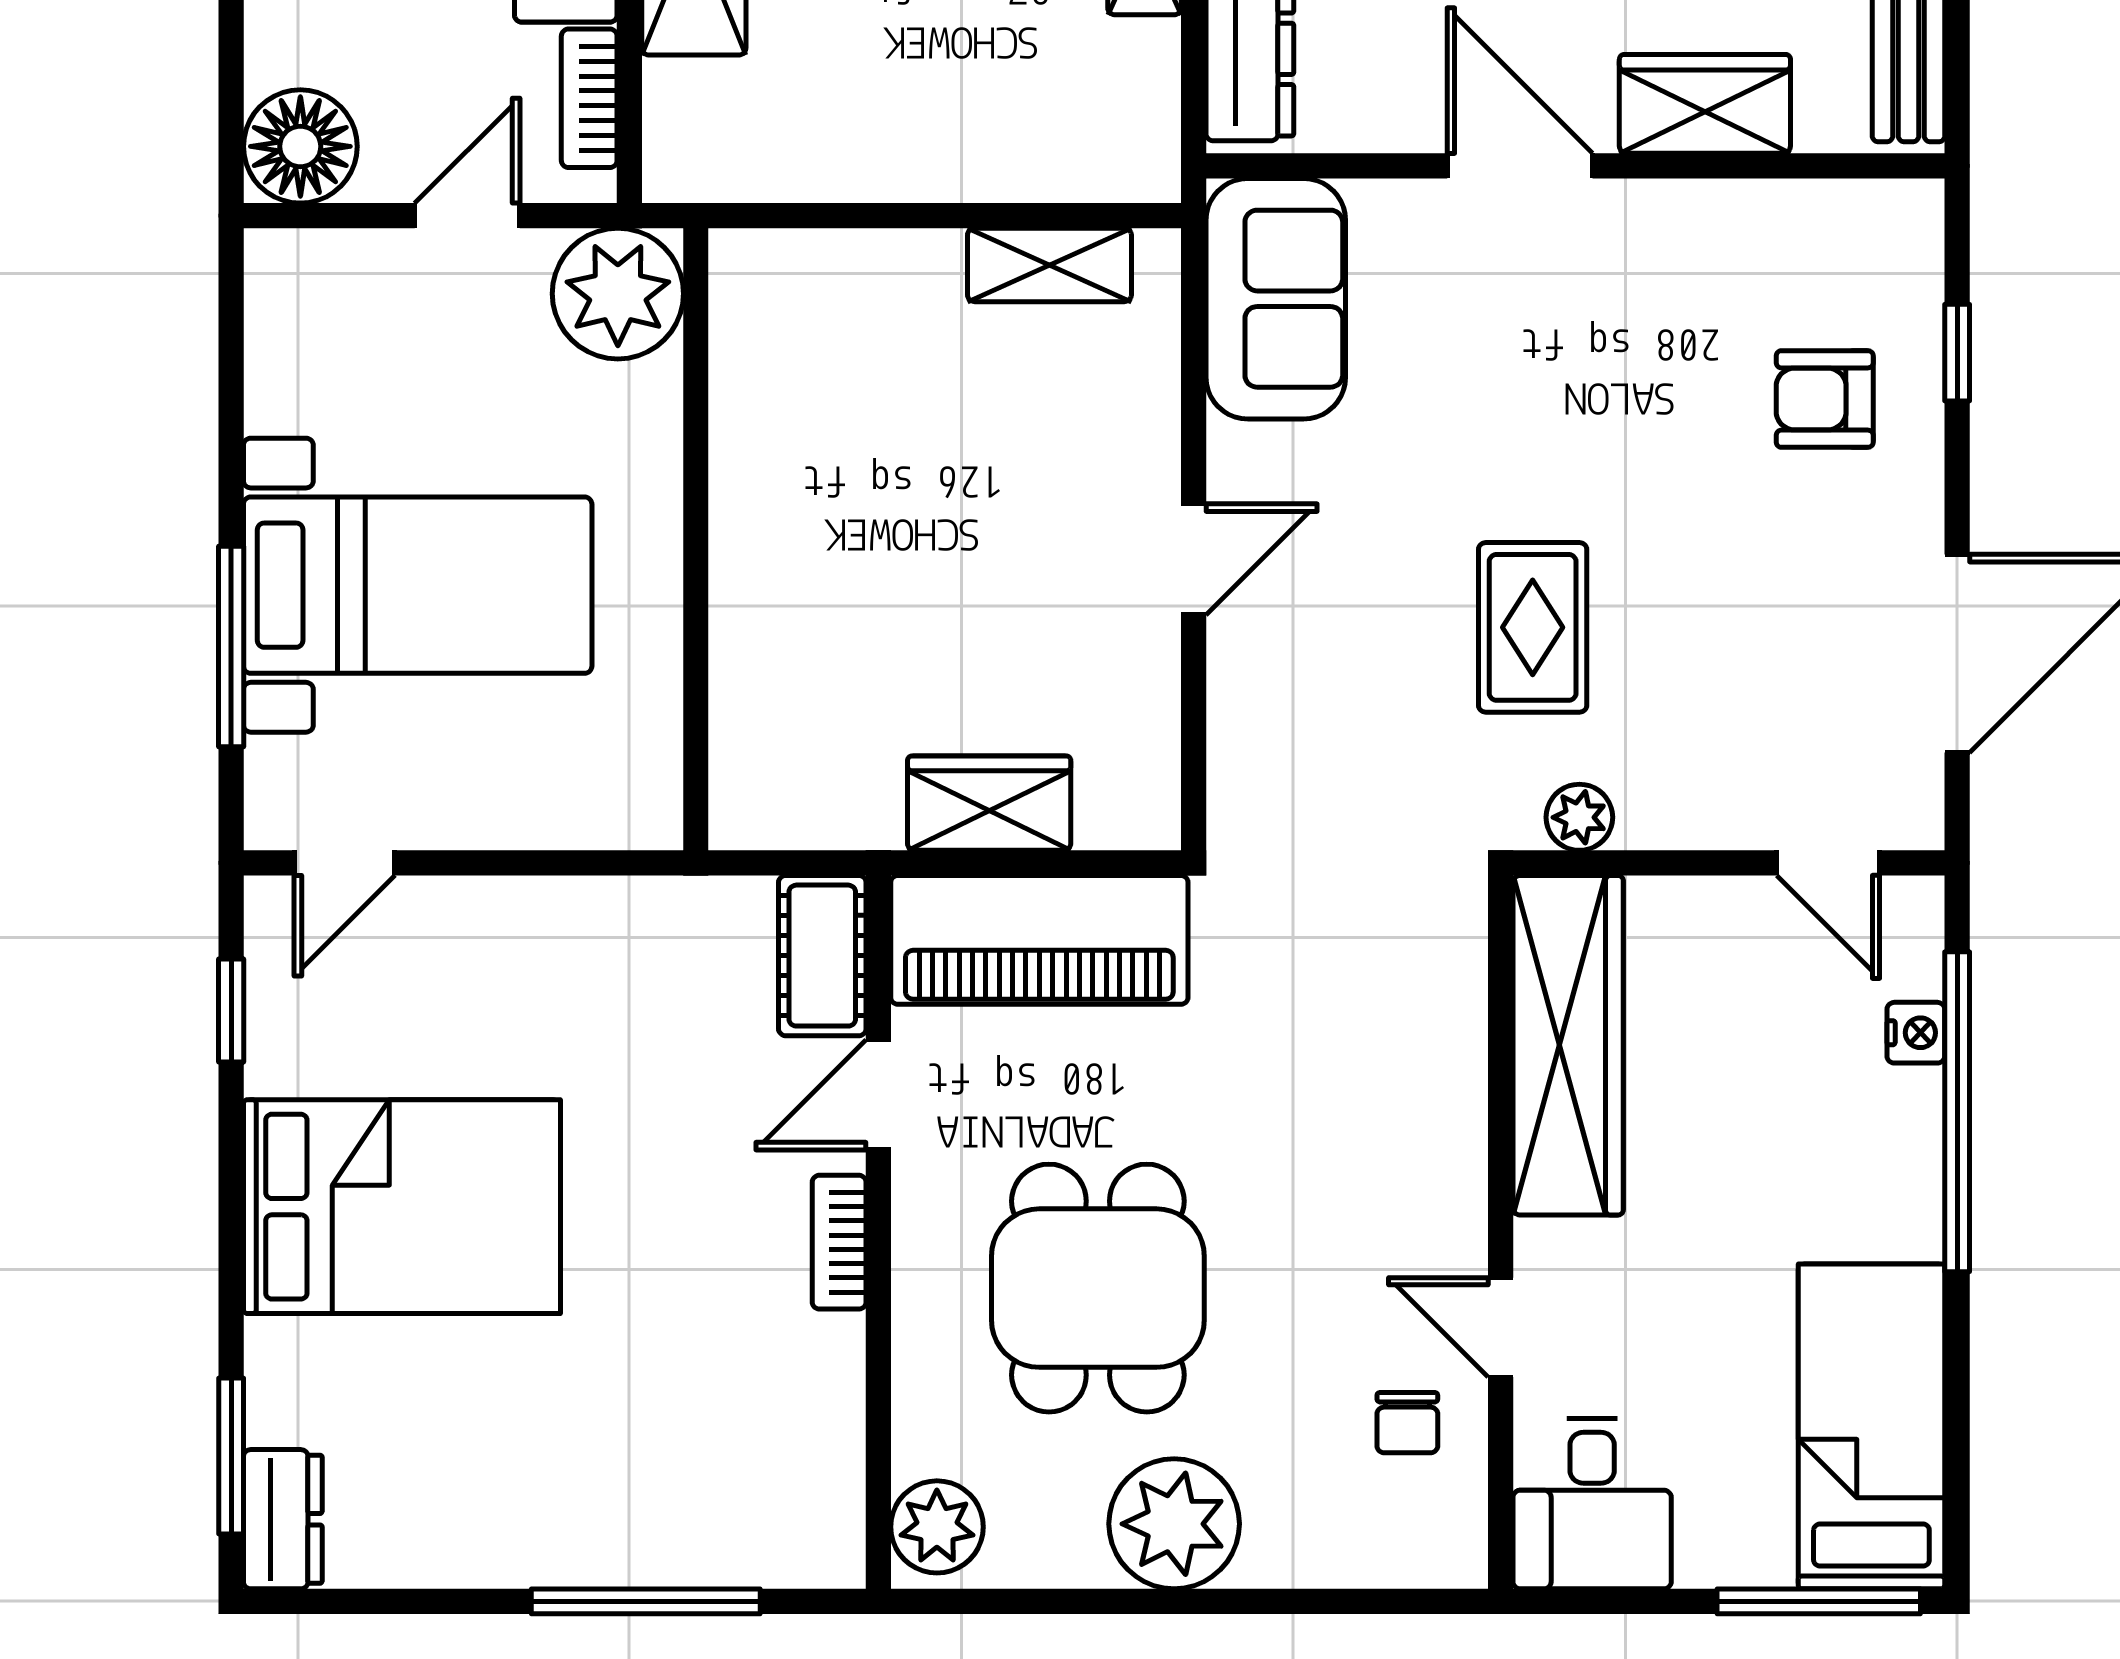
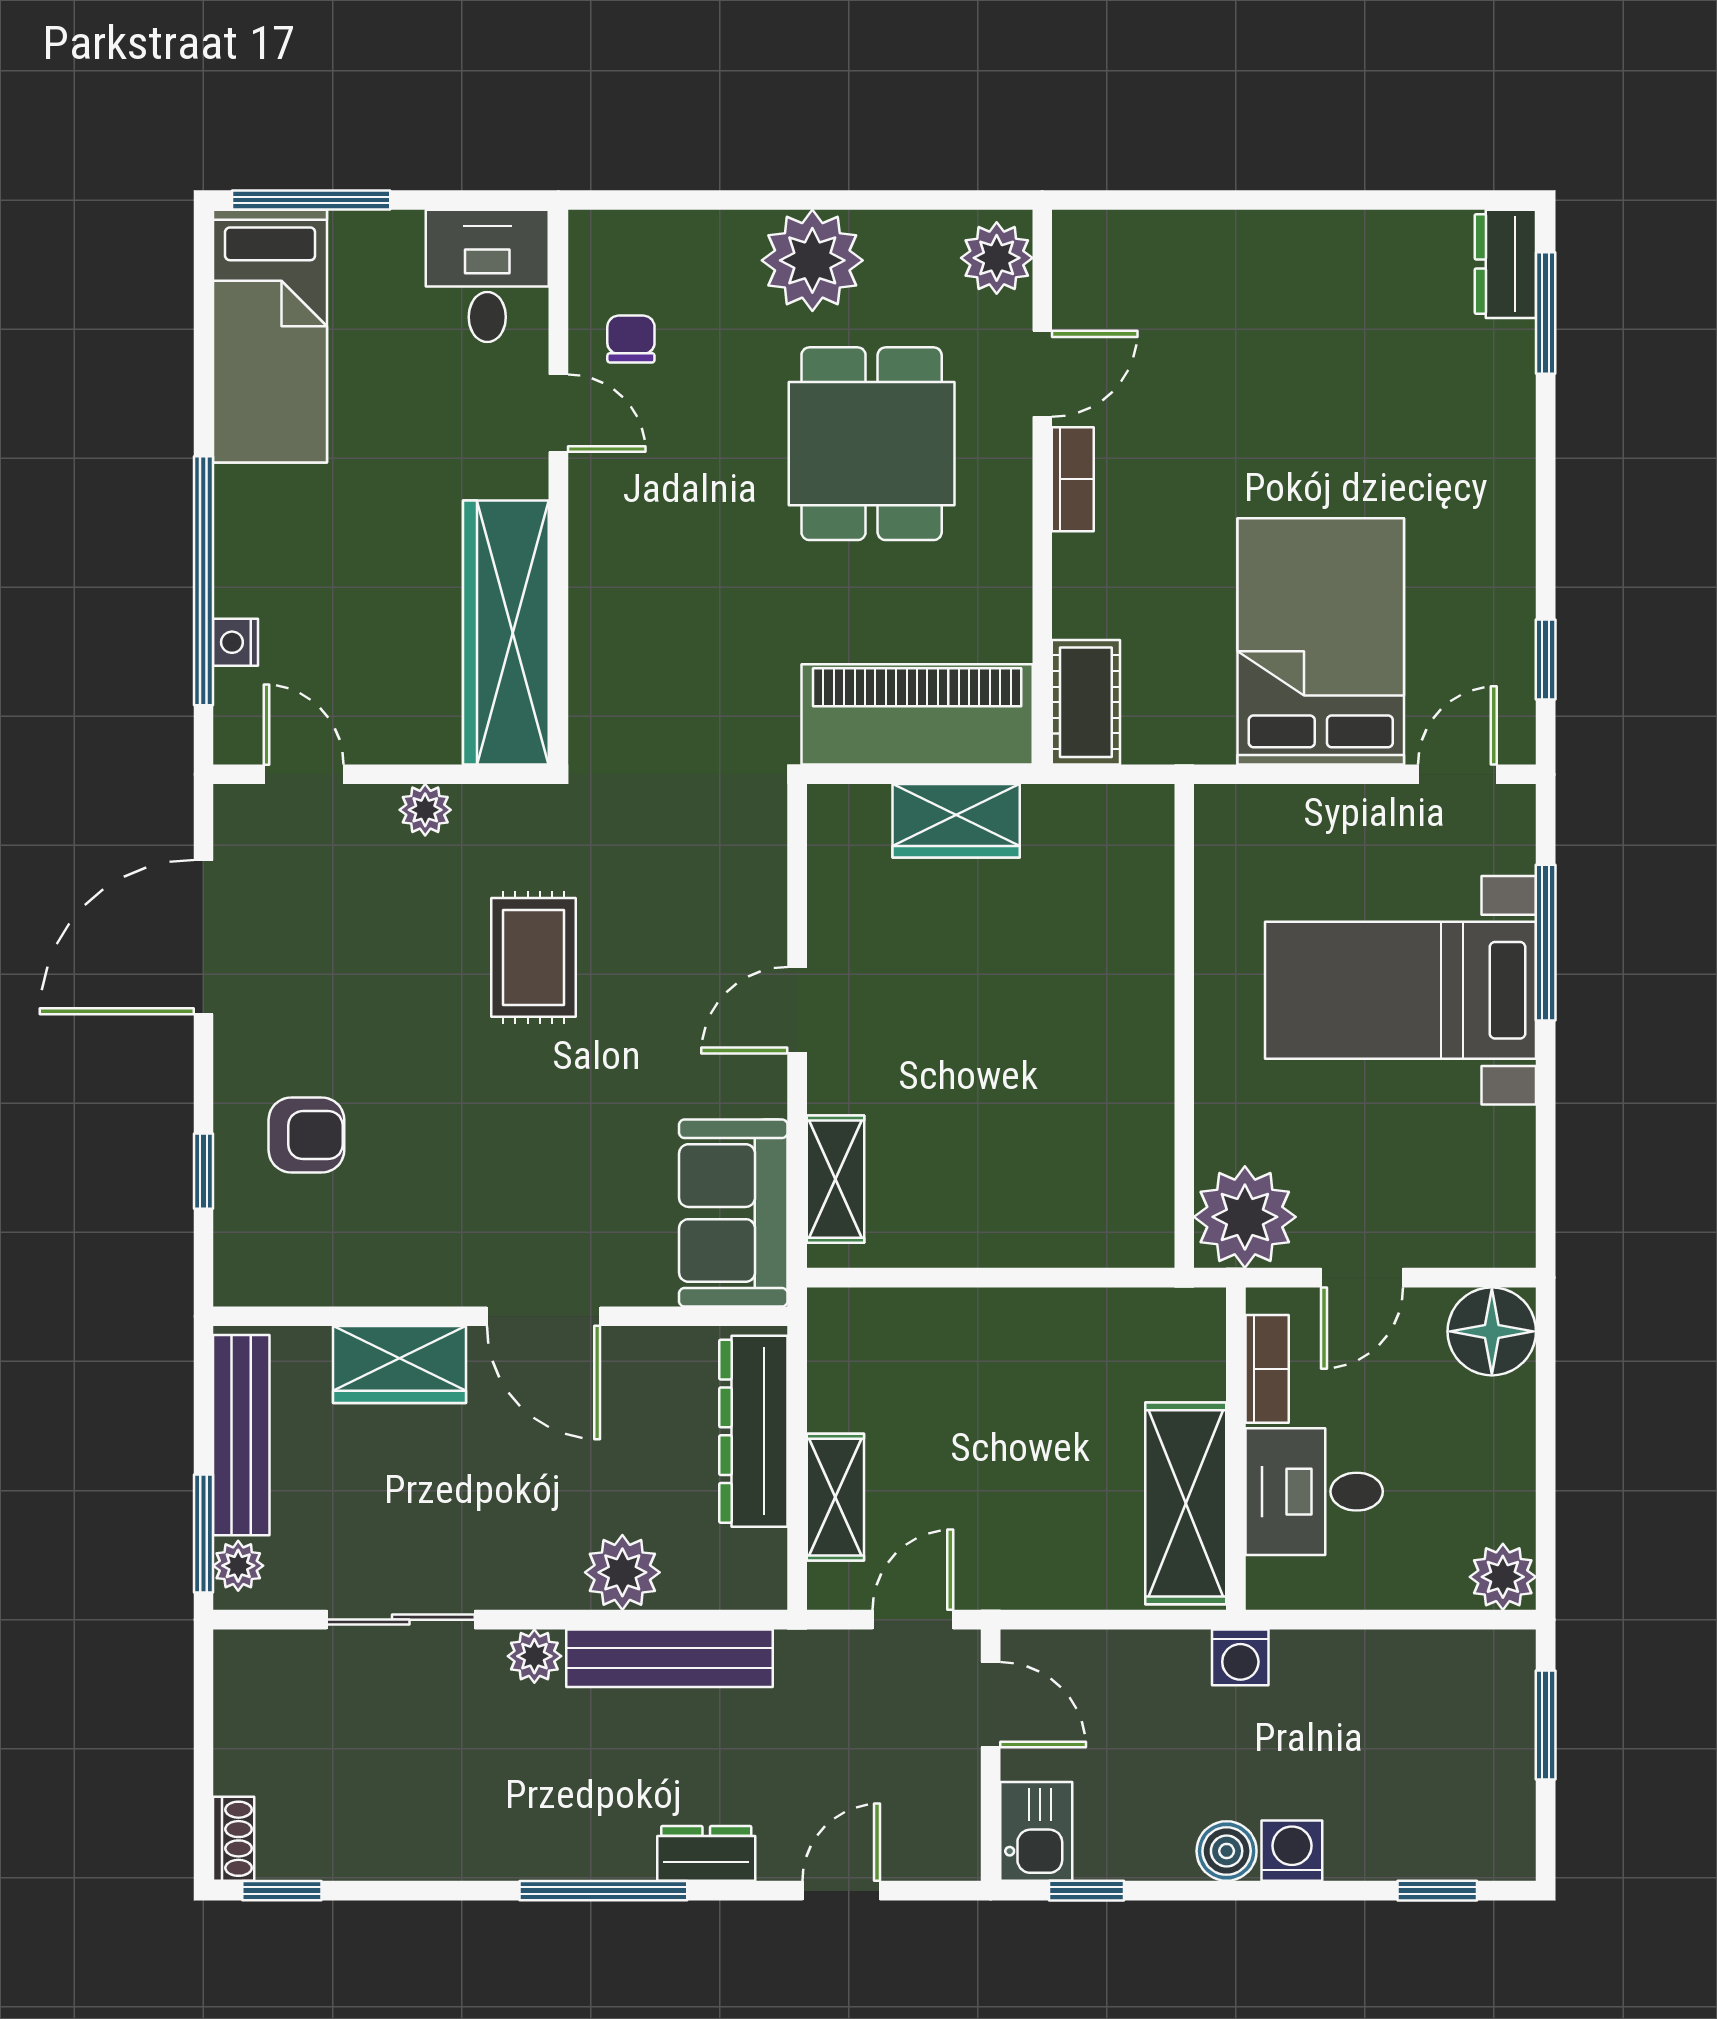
shelving: (1049, 265) -> (835, 1179), moved, turned 90
plant: (1579, 817) -> (425, 810), moved
door: (878, 1095) -> (1042, 374), moved
bed: (402, 1207) -> (1321, 641), moved, turned 90
window: (646, 1601) -> (1223, 200), removed

